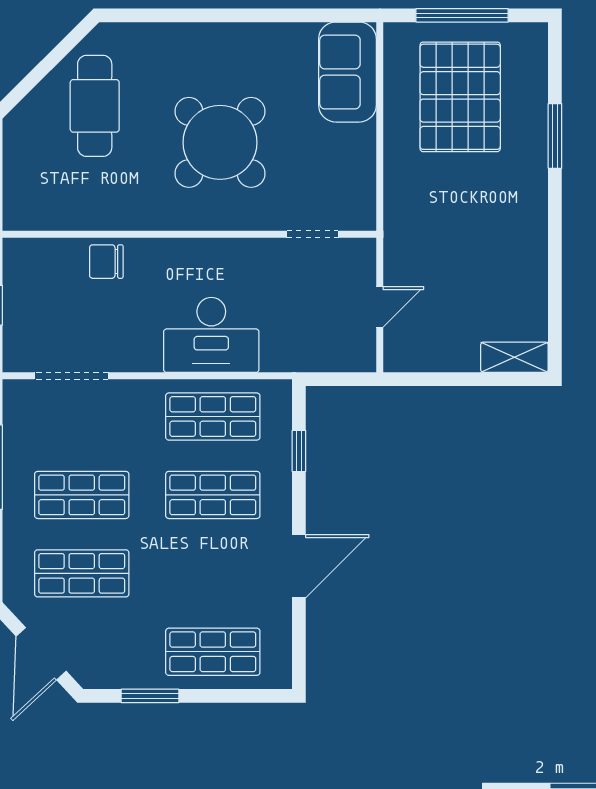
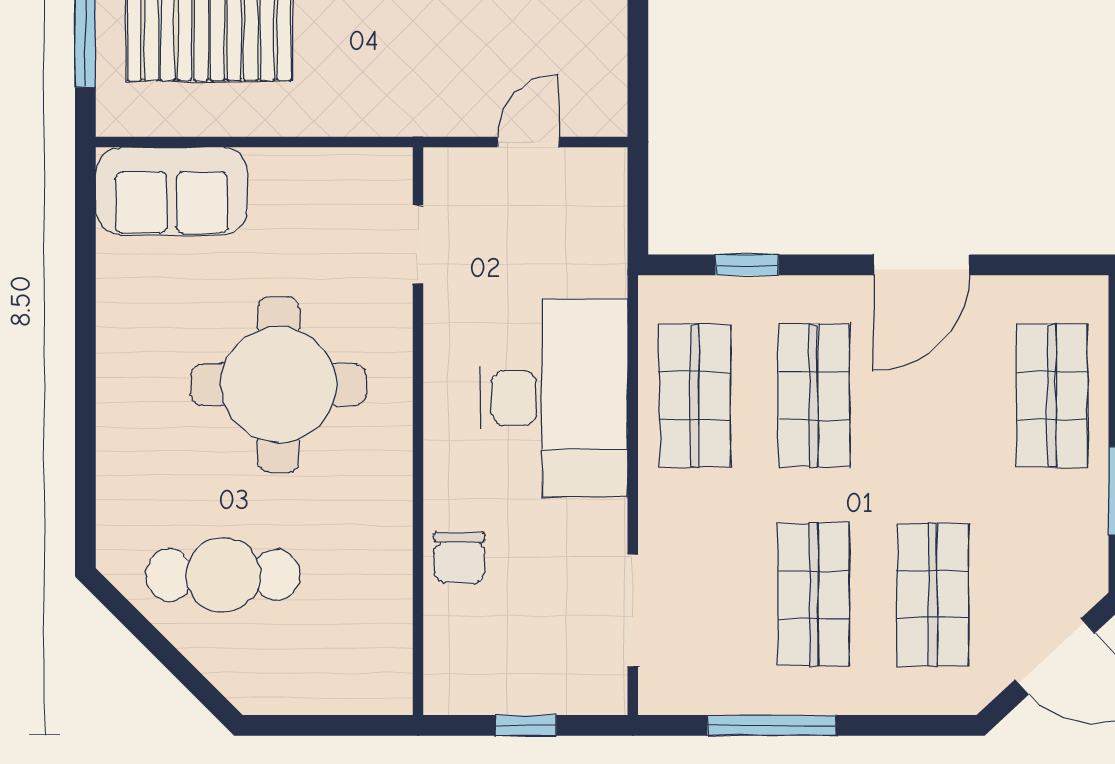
round table: (220, 142) -> (278, 385), turned 45
door: (380, 307) -> (528, 142), hinge flipped
desk: (211, 335) -> (554, 398), width x1.36, depth x1.30
door: (299, 566) -> (922, 265), swing flipped

